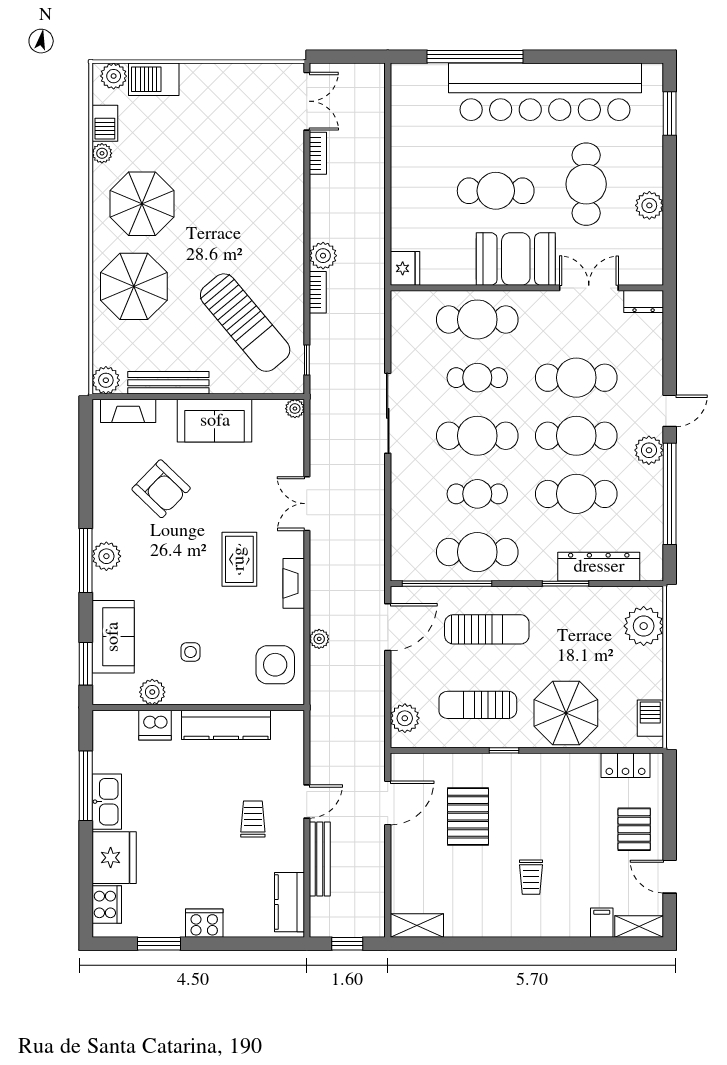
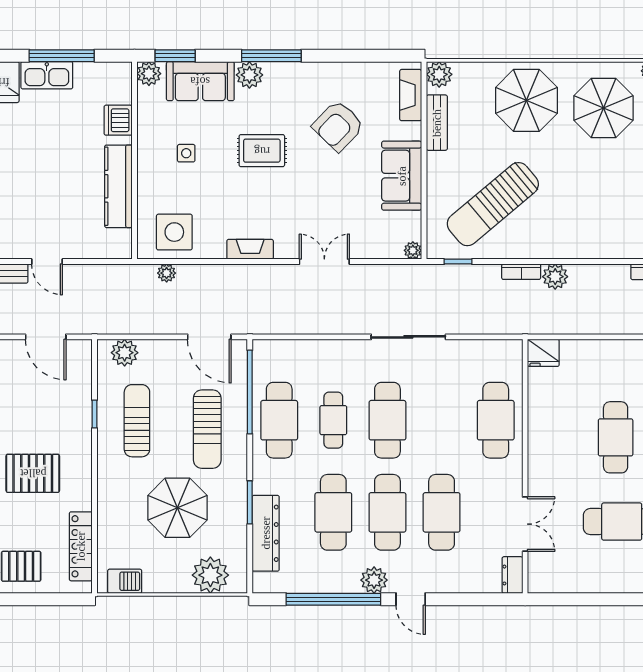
plant: (649, 205) -> (602, 580), removed
booth: (516, 259) -> (552, 456), removed
cafe table: (477, 378) -> (442, 420), removed
bench: (168, 383) -> (437, 123), width x0.73
plant: (106, 556) -> (249, 75), moved
rug: (239, 559) -> (262, 151), moved
plant: (319, 639) -> (167, 273), moved
plant: (152, 692) -> (149, 74), moved
parasol: (566, 713) -> (177, 508), moved
window: (504, 750) -> (95, 414), moved
locker: (626, 765) -> (81, 546), width x1.53
pallet: (468, 817) -> (33, 473), moved
trolley: (253, 819) -> (31, 211), removed

